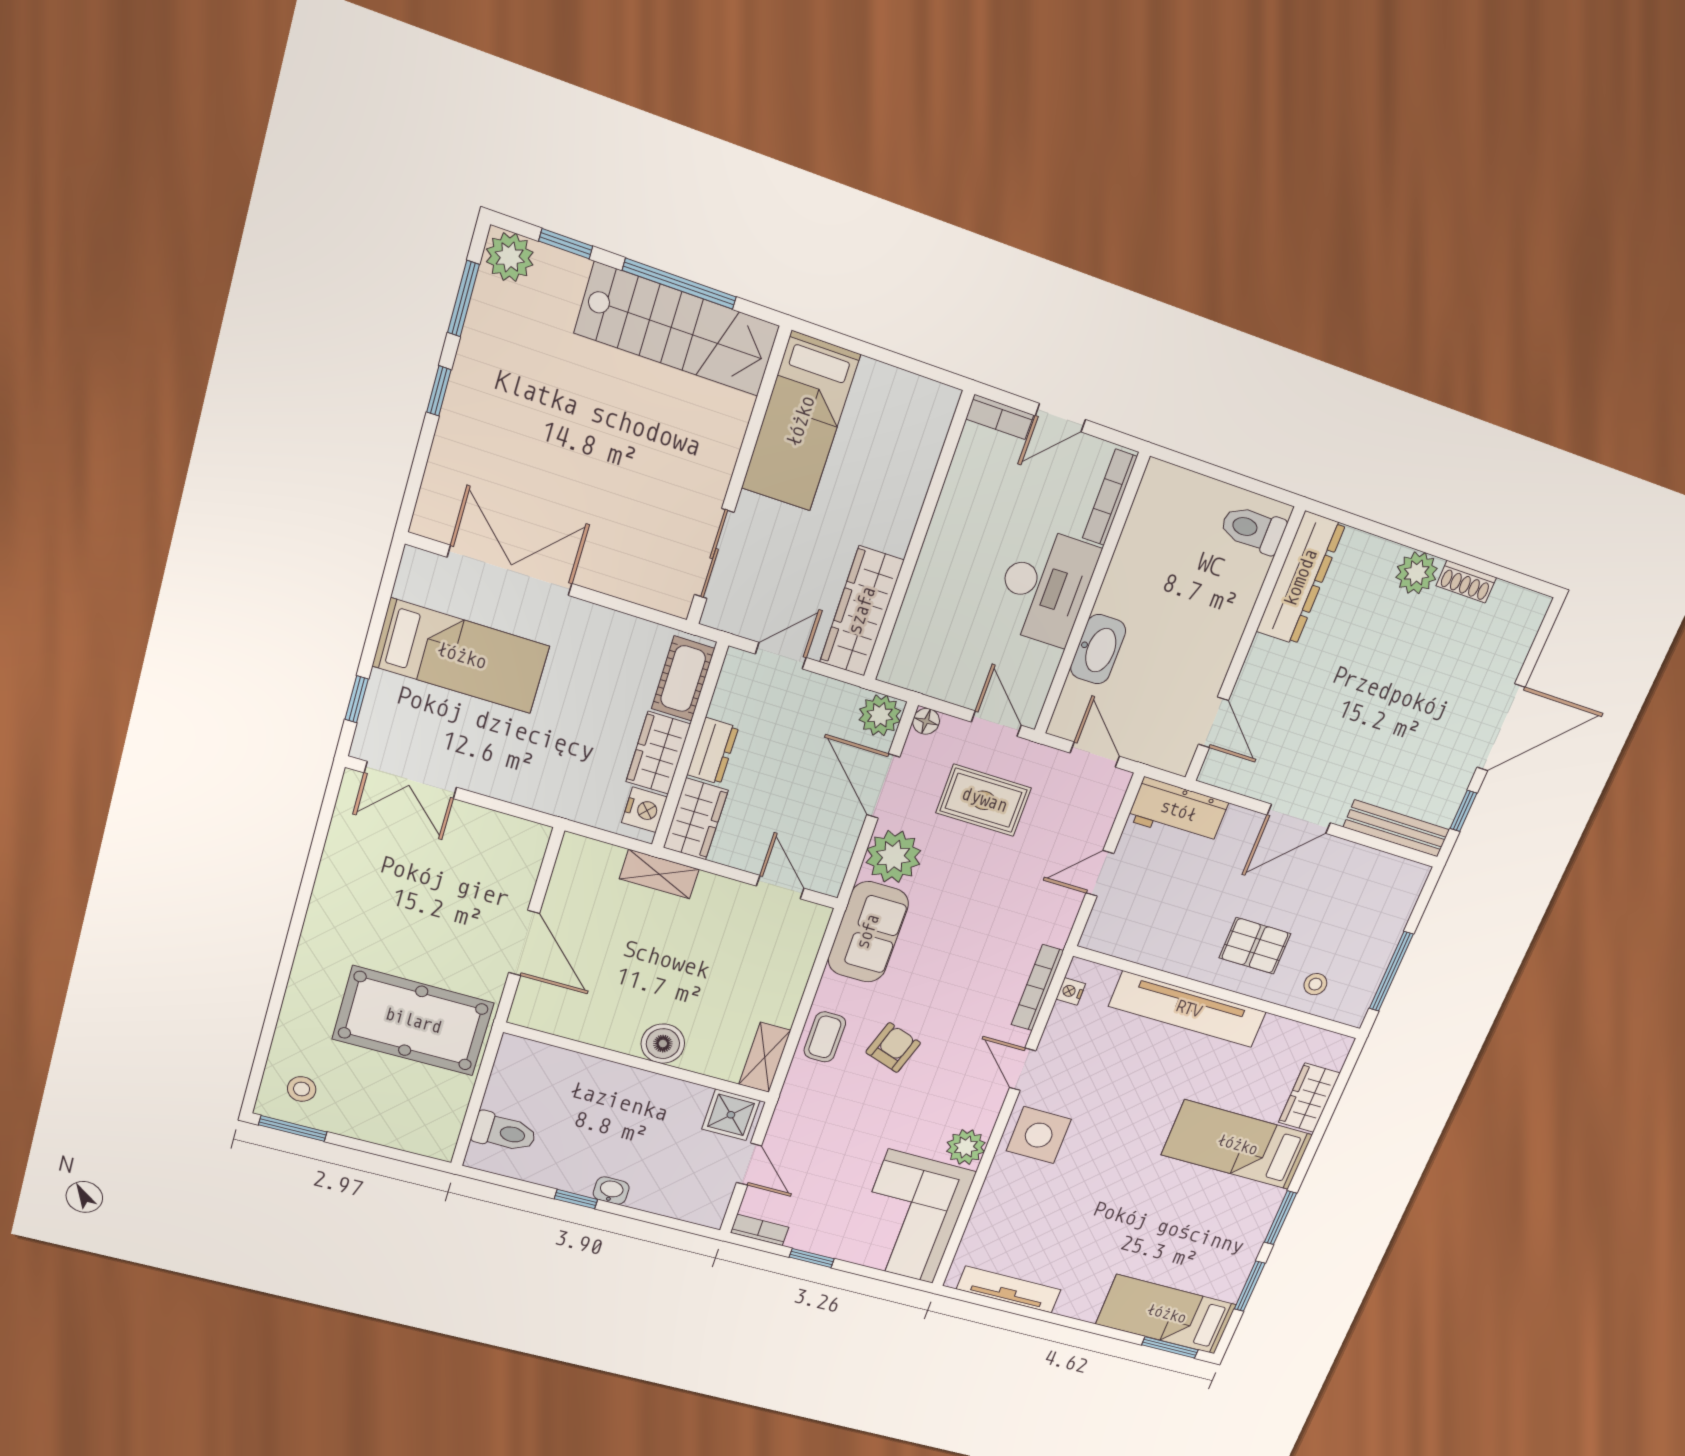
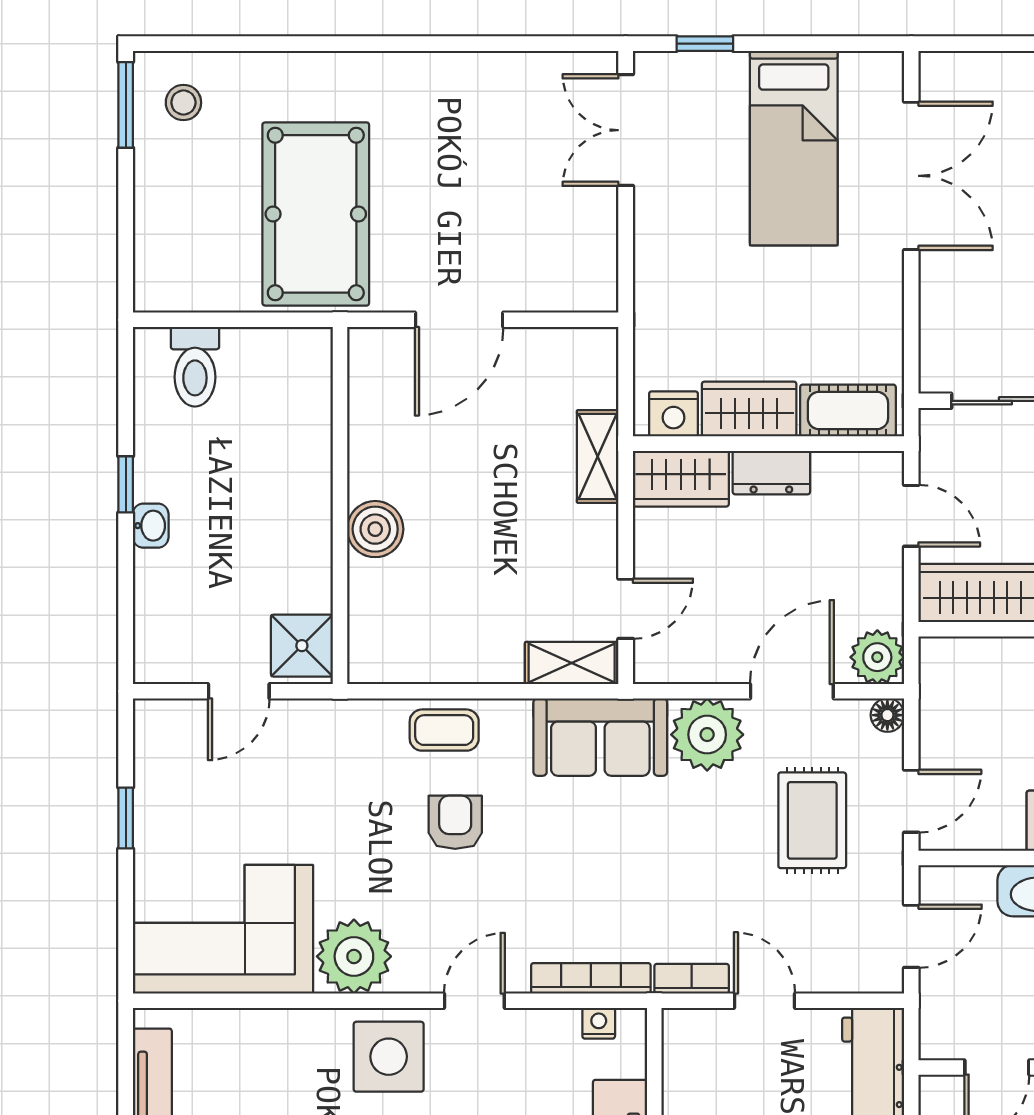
armchair: (893, 1048) -> (455, 822), turned -108
shelving: (765, 1057) -> (572, 663), moved
plant: (966, 1147) -> (354, 956), width x1.36, depth x1.36
bookcase: (760, 1230) -> (692, 979), moved, turned -90

